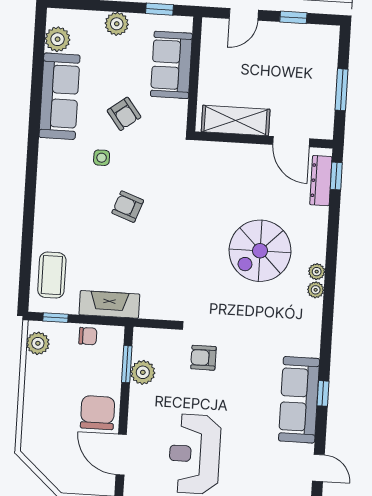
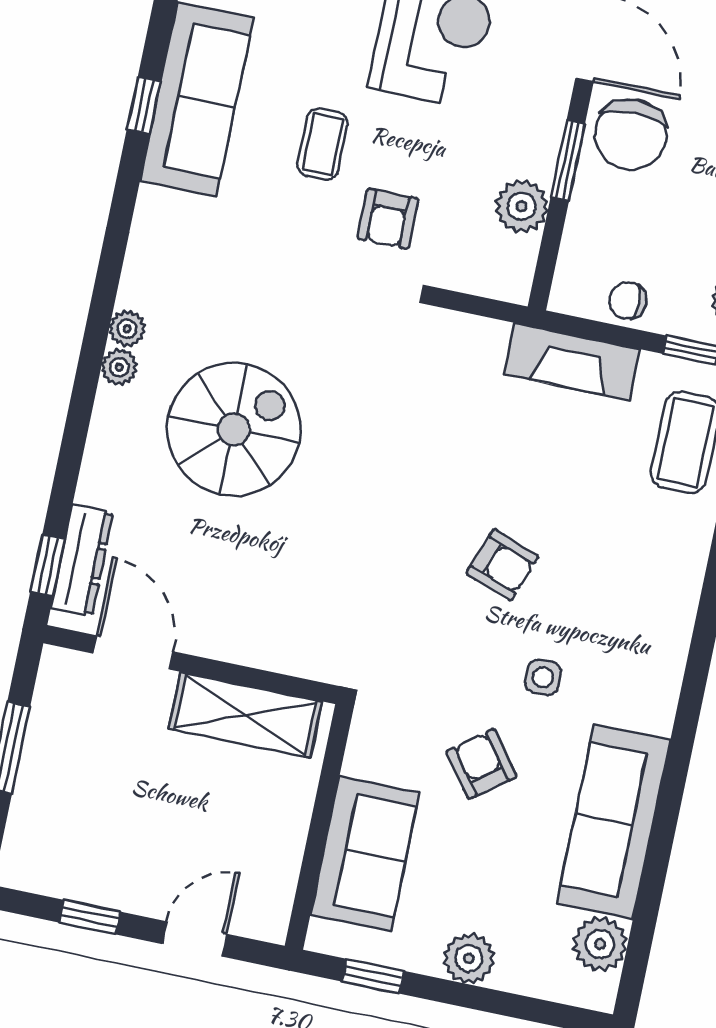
armchair: (203, 358) -> (388, 219), turned 90
window: (127, 364) -> (568, 161), moved
coffee table: (238, 388) -> (323, 144), added

